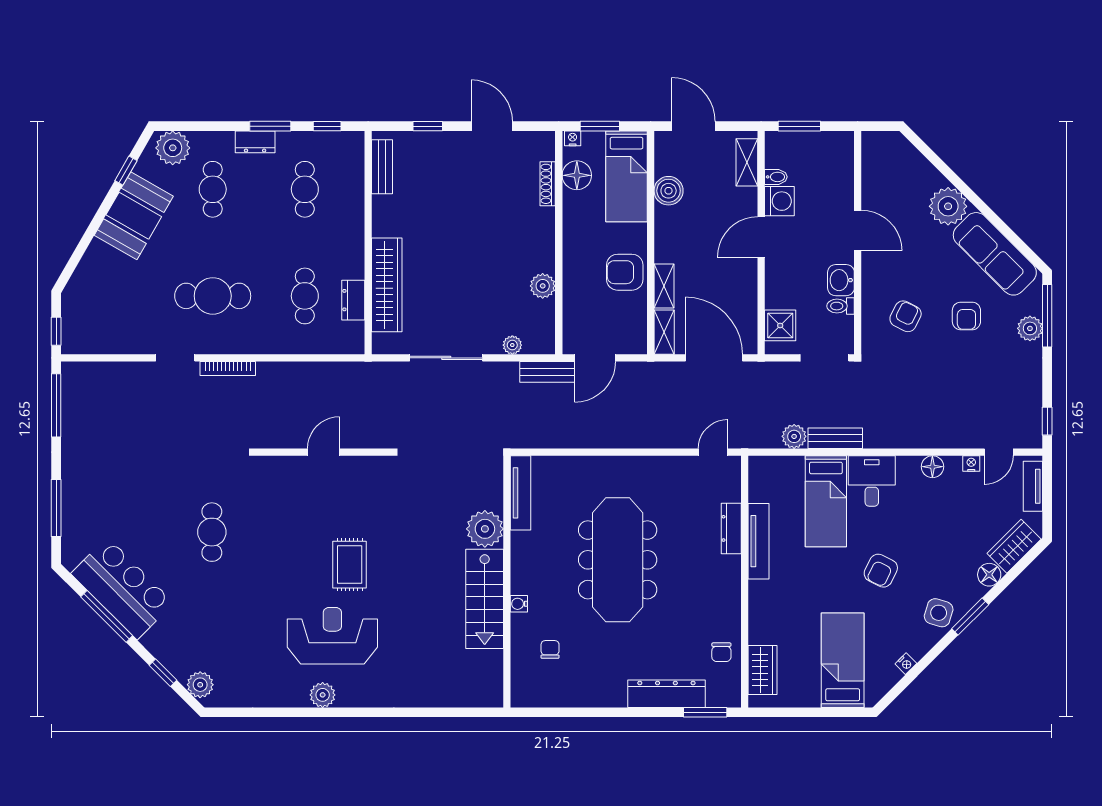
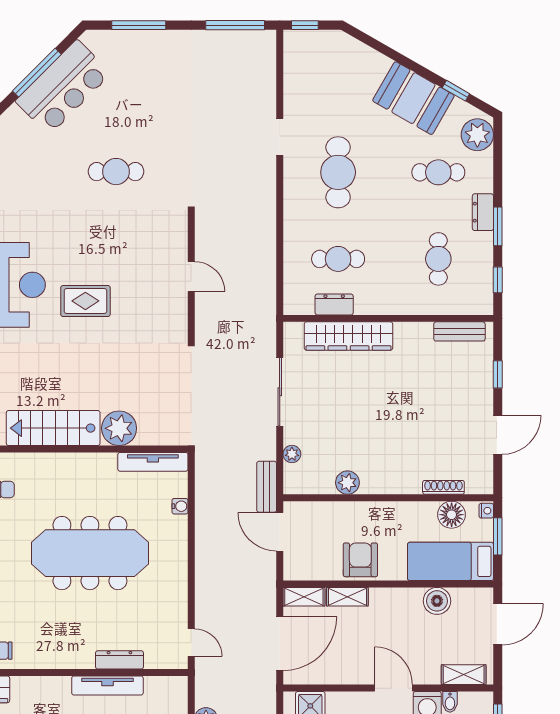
cafe table: (305, 189) -> (438, 259), turned 90
bookcase: (228, 369) -> (270, 186), removed
water cooler: (519, 604) -> (180, 506), moved, turned 90

